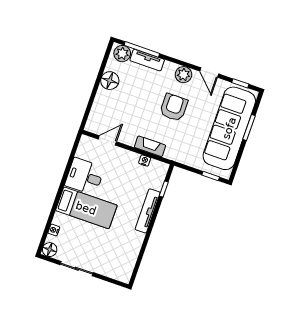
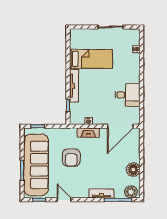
tv unit: (147, 60) -> (101, 193), moved
plant: (184, 75) -> (82, 192), removed
armchair: (174, 107) -> (71, 158), moved
door: (107, 140) -> (120, 126), width x1.87
bed: (86, 208) -> (91, 59), moved, turned 180
floor lamp: (50, 250) -> (135, 34), removed

